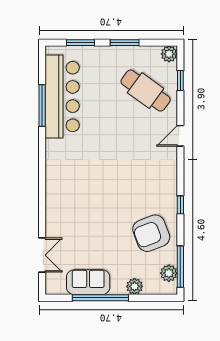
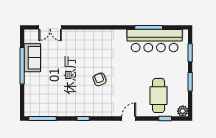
cafe table: (146, 91) -> (158, 96), turned -36
door: (180, 136) -> (129, 119), hinge flipped
armchair: (151, 233) -> (100, 79), moved, width x0.53, depth x0.53
plant: (169, 273) -> (38, 111), removed
plant: (134, 286) -> (29, 88), removed

